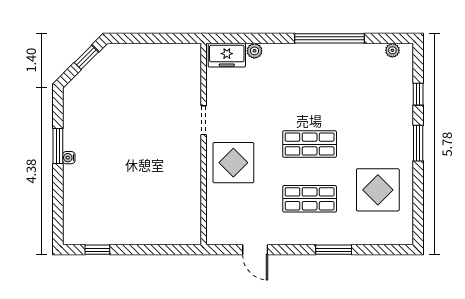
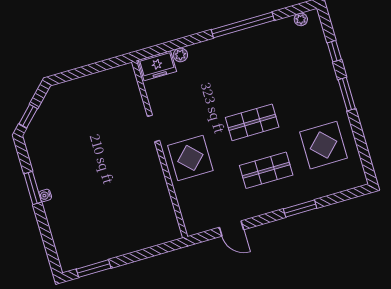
window: (86, 57) -> (28, 116), moved
window: (97, 250) -> (94, 269), width x1.50

